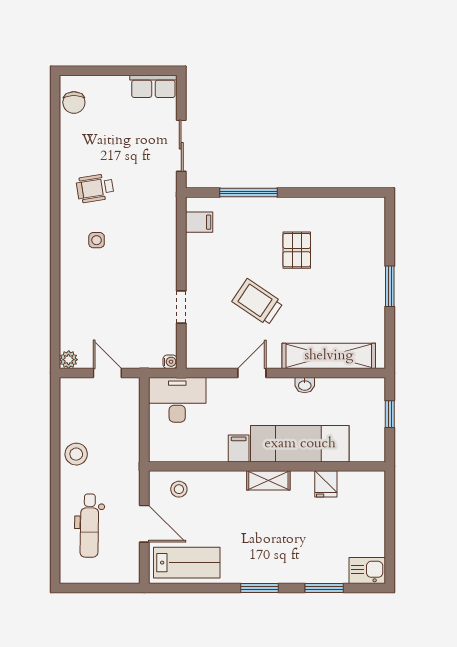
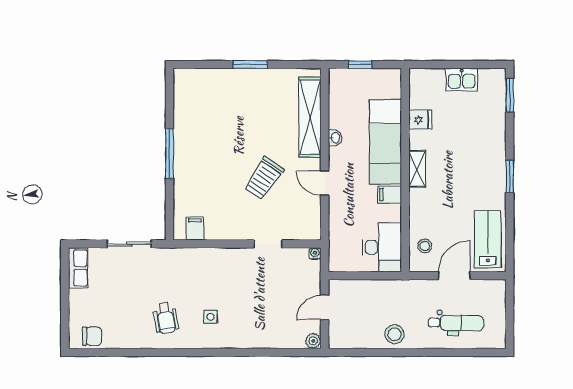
window: (249, 193) -> (169, 154), moved
pallet: (297, 250) -> (219, 145), removed
desk: (177, 400) -> (382, 247), moved, turned 180
kitchen sink: (367, 571) -> (462, 80), moved, turned -90
window: (324, 588) -> (510, 95), moved

